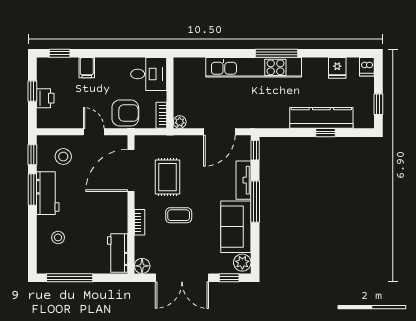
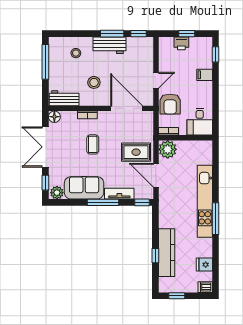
plant: (180, 122) -> (168, 149), width x1.88, depth x1.88
stool: (63, 157) -> (94, 82), moved
rug: (167, 177) -> (136, 152), moved

